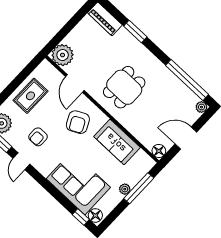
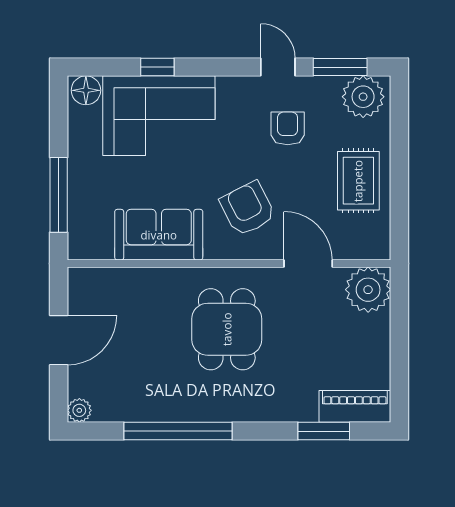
window: (135, 31) -> (324, 431), moved
window: (187, 80) -> (178, 431), moved
floor lamp: (159, 151) -> (81, 281), removed
plant: (125, 189) -> (79, 173), removed
window: (81, 217) -> (157, 67), moved

